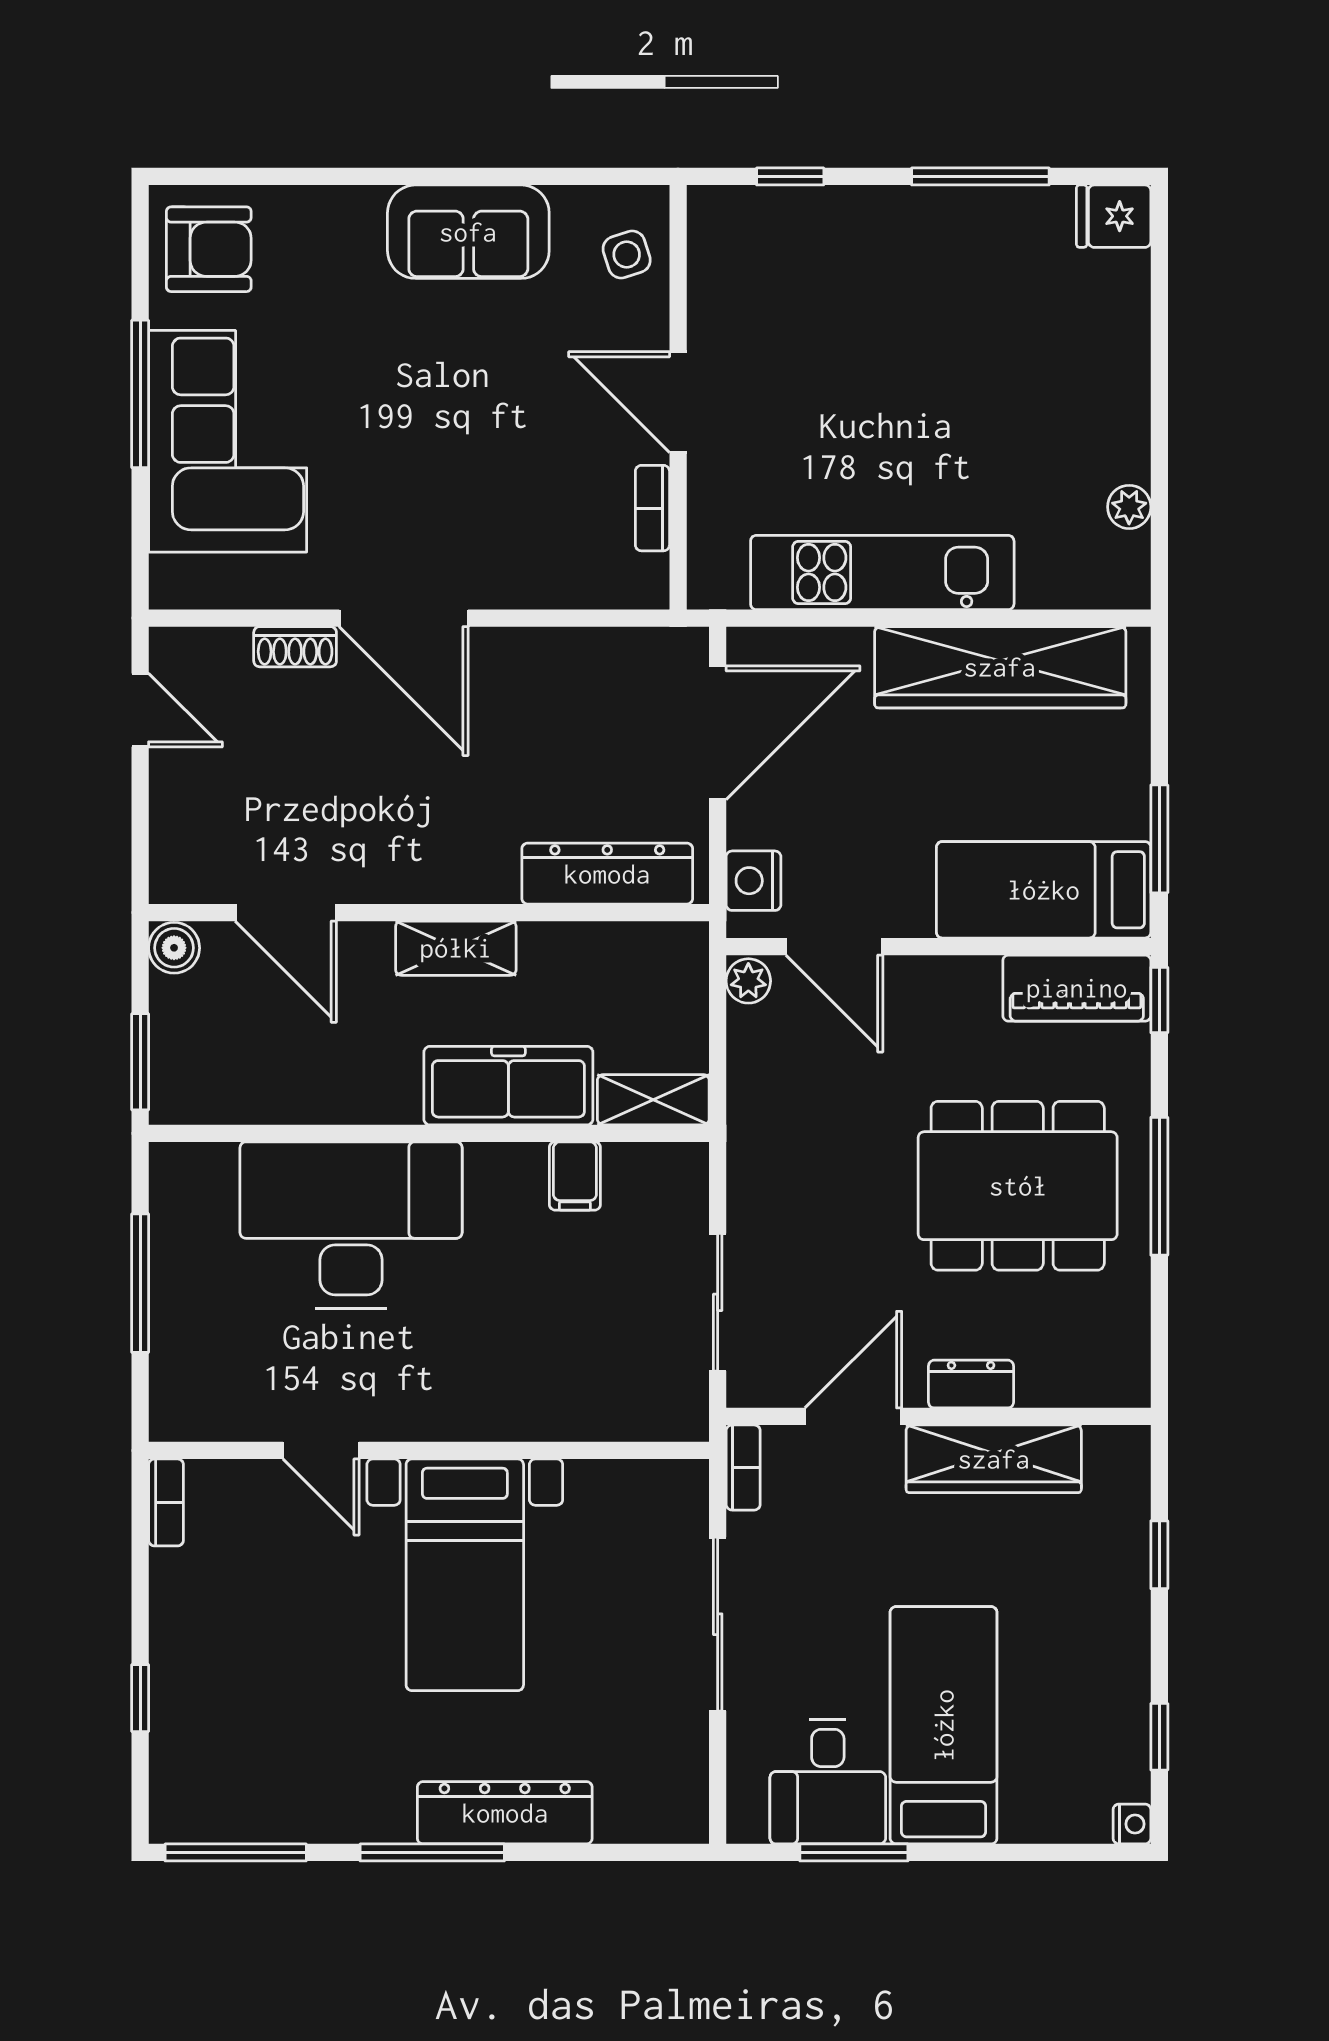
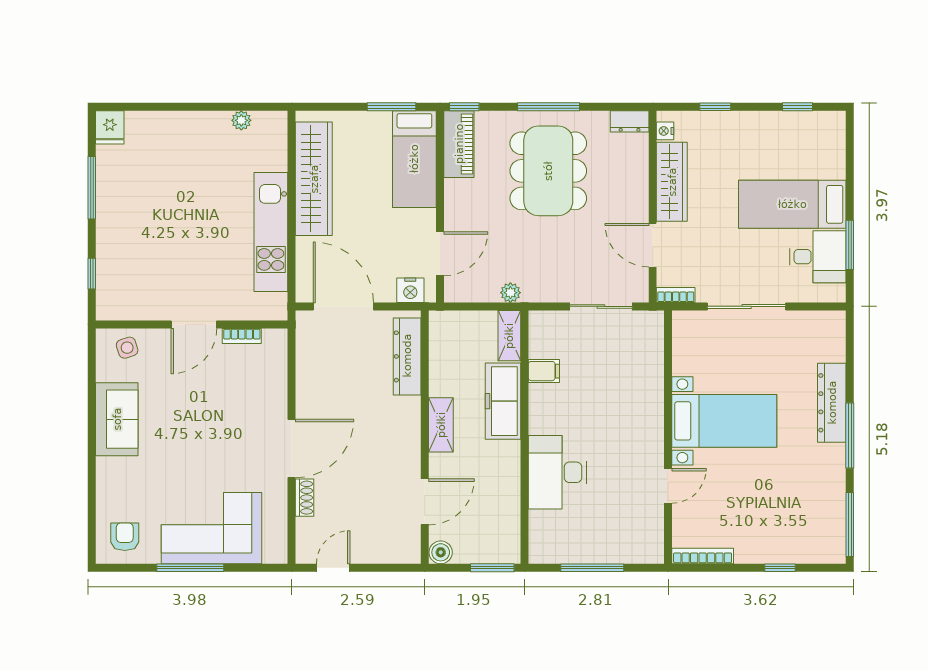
armchair: (209, 249) -> (125, 537), width x0.72, depth x0.72
plant: (748, 981) -> (510, 293), moved
desk: (351, 1225) -> (557, 472), width x0.73, depth x0.77
dresser: (971, 1384) -> (630, 121), moved, turned -90
bookcase: (166, 1502) -> (703, 556), width x1.56
nightstand: (1132, 1824) -> (665, 131), moved, turned -90

